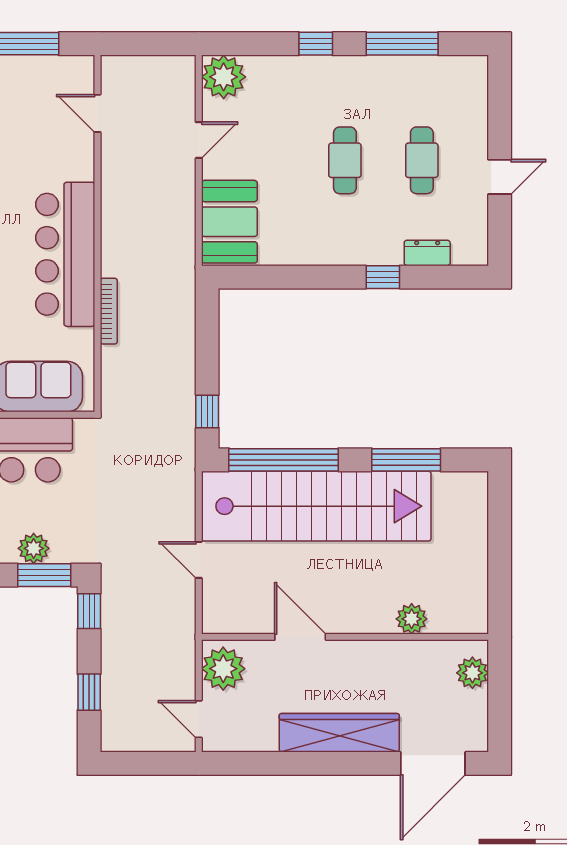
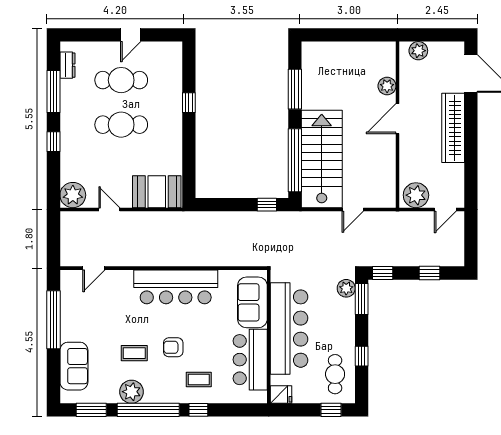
cafe table: (345, 160) -> (121, 125), width x1.37, depth x1.35
cafe table: (422, 160) -> (121, 80), width x1.37, depth x1.35
door: (500, 177) -> (131, 35), swing flipped
dresser: (427, 253) -> (67, 65), moved, turned 180
bookcase: (109, 311) -> (209, 262), removed
stairs: (316, 506) -> (322, 159), width x0.73
plant: (34, 548) -> (346, 288), moved
door: (300, 637) -> (398, 119), moved

